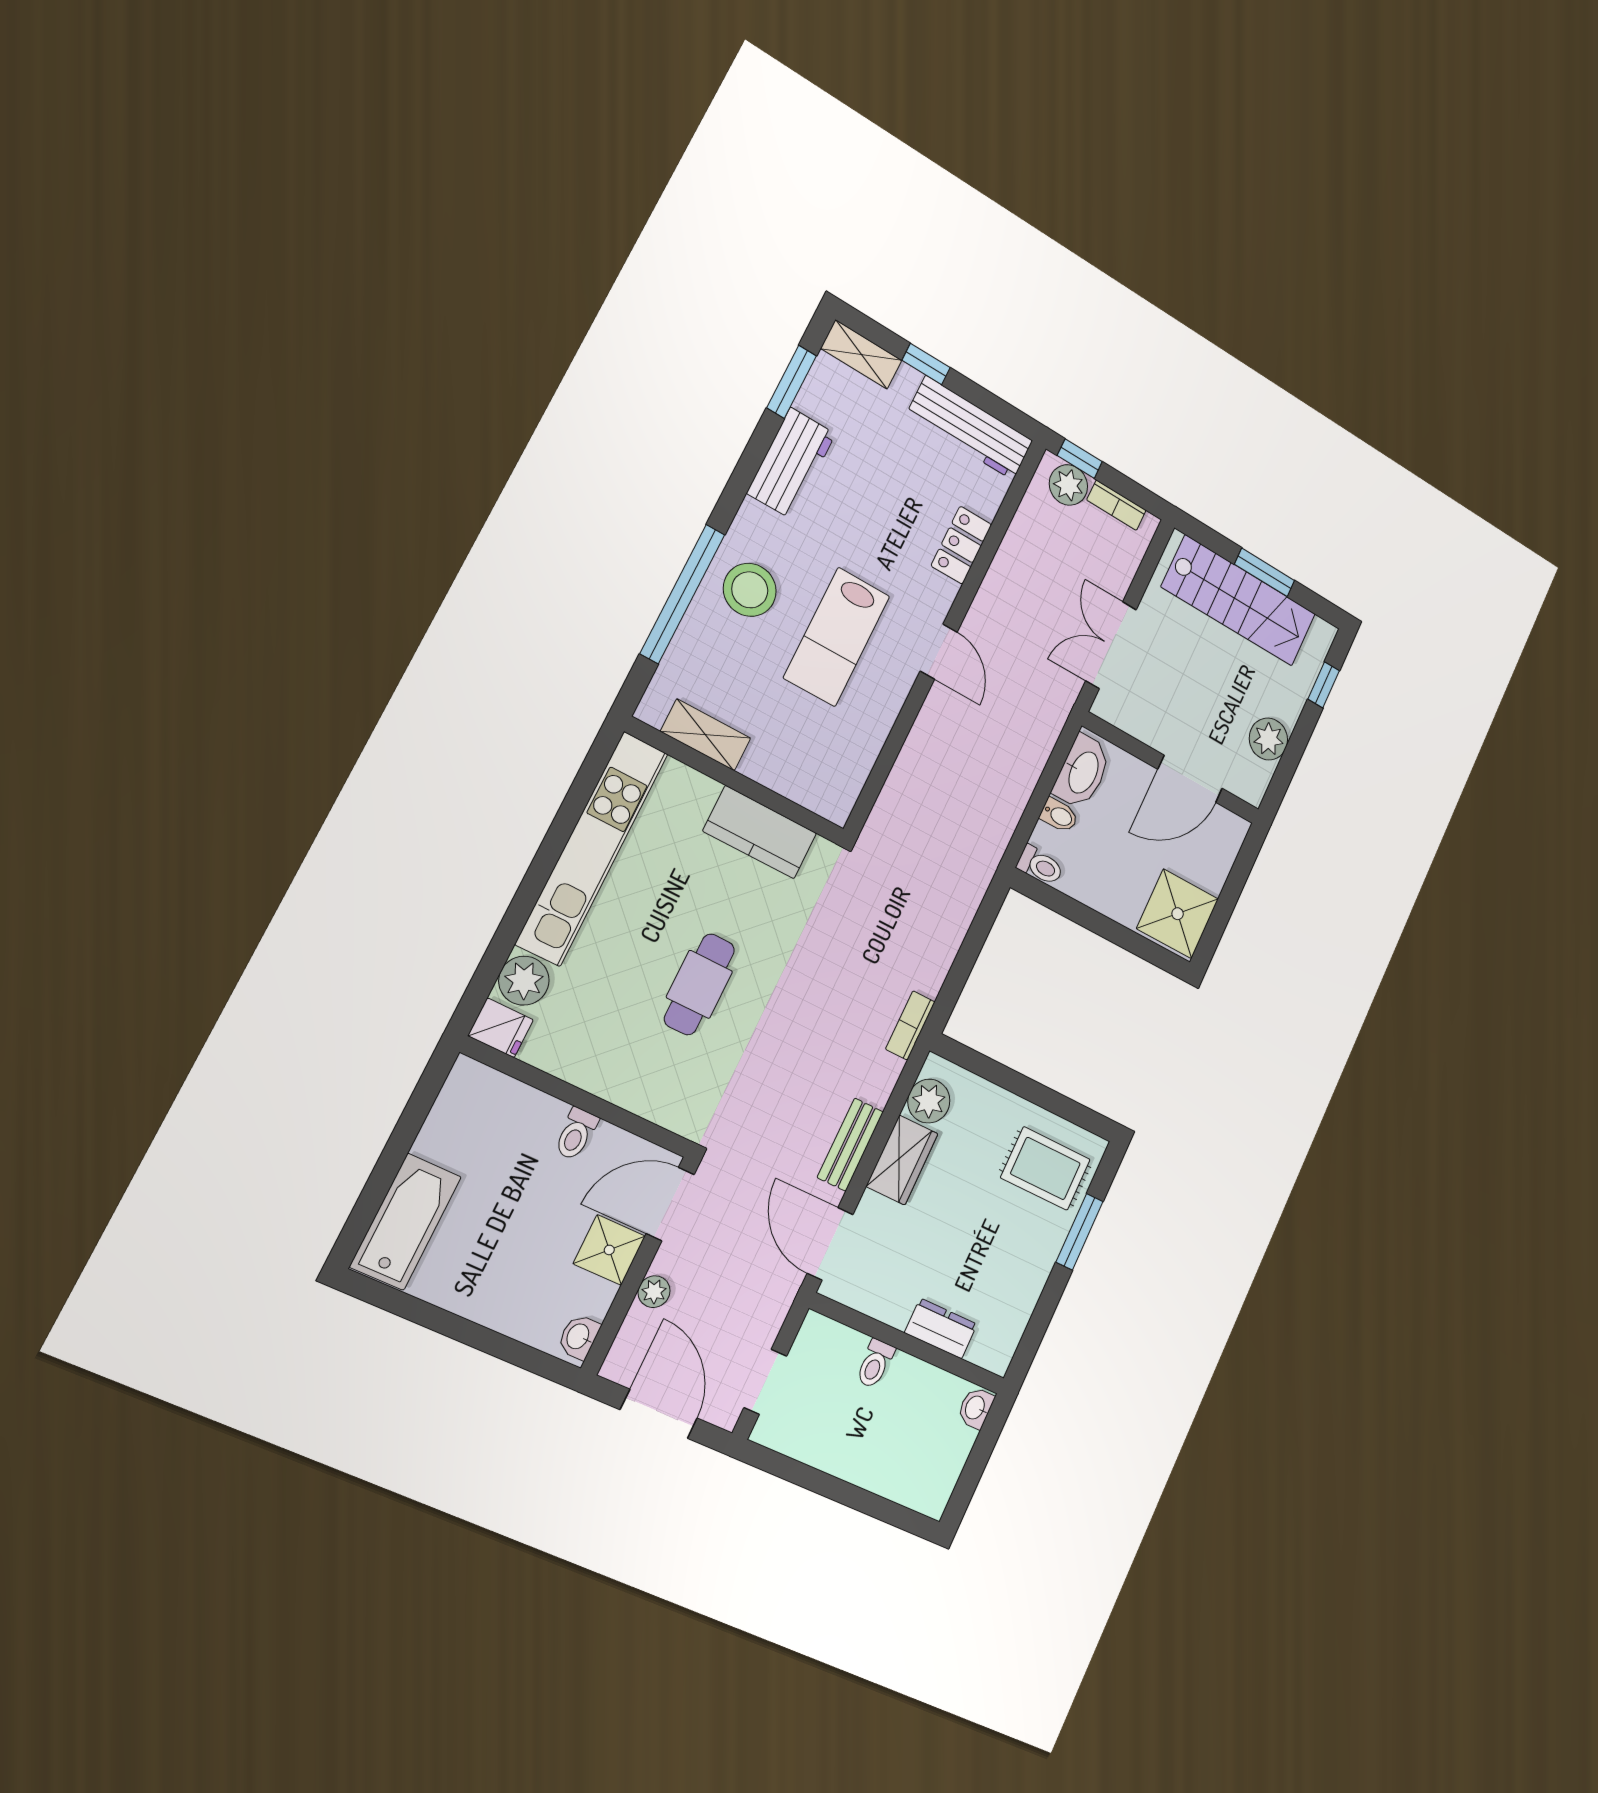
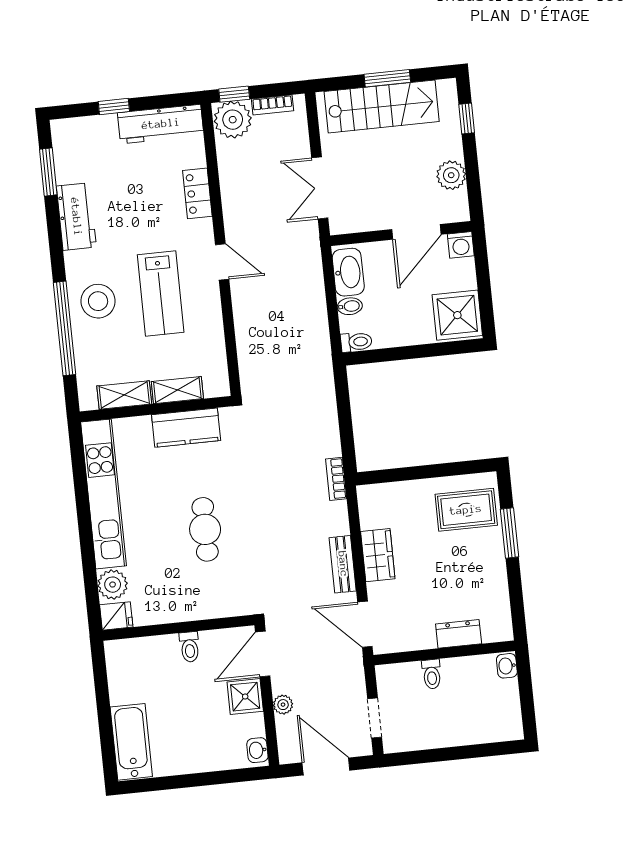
shelving: (861, 354) -> (177, 390), moved
plant: (1068, 485) -> (233, 120), width x1.36, depth x1.36
washing machine: (1231, 830) -> (461, 245), added
plant: (929, 1101) -> (373, 514), removed

